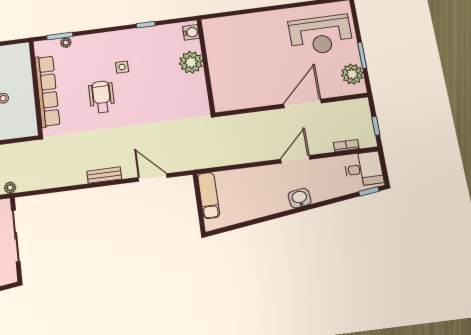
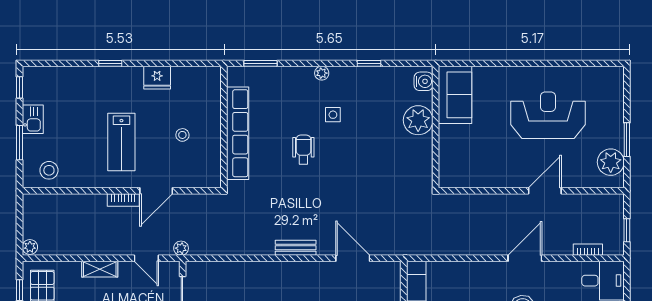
reception desk: (321, 35) -> (548, 115), moved, turned 180
sofa: (218, 39) -> (455, 95), added
plant: (66, 43) -> (322, 73), moved
wheelchair: (102, 97) -> (303, 150), width x0.73, depth x0.73
door: (302, 103) -> (545, 191), width x0.73

